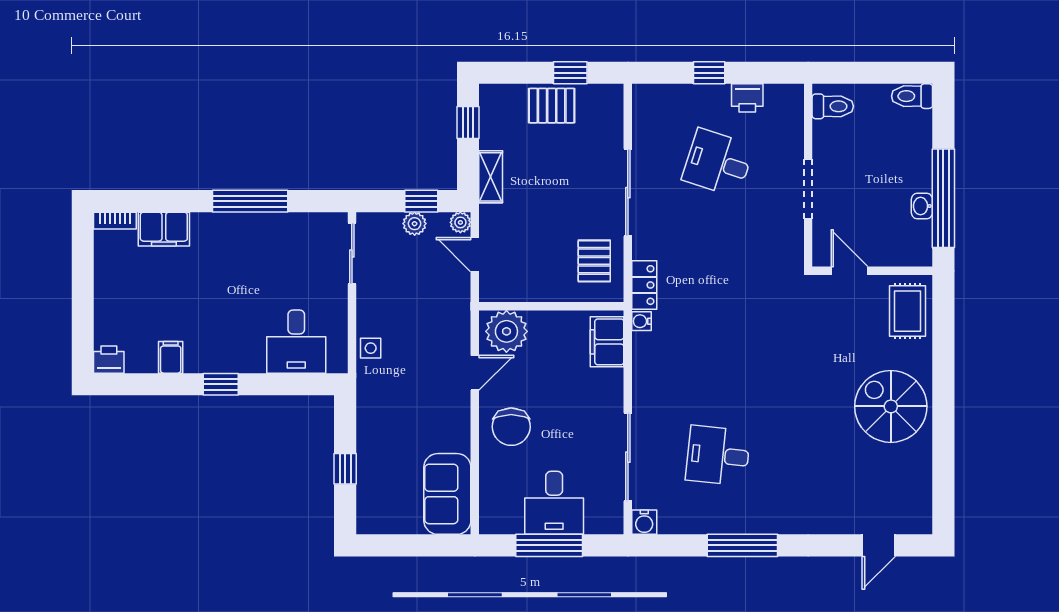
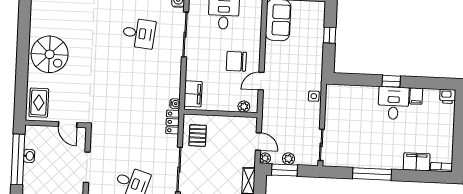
window: (421, 201) -> (285, 170), width x1.50
plant: (506, 331) -> (244, 107), width x0.53, depth x0.53
desk: (296, 342) -> (394, 103), moved
chair: (511, 427) -> (236, 61), moved, turned -90

